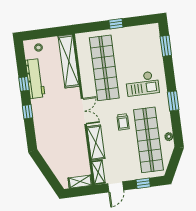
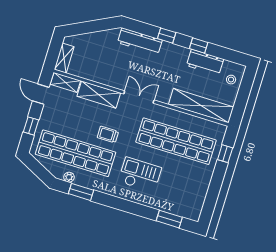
window: (116, 24) -> (225, 154), moved
workbench: (35, 79) -> (205, 62), width x0.73
checkout: (142, 84) -> (140, 175), turned 90
window: (173, 101) -> (81, 192), moved
double door: (84, 111) -> (139, 97), swing flipped
workbench: (41, 130) -> (140, 41), added

